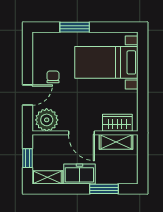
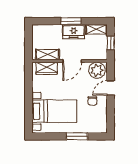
door: (81, 133) -> (72, 61), swing flipped
window: (104, 189) -> (71, 21), moved

